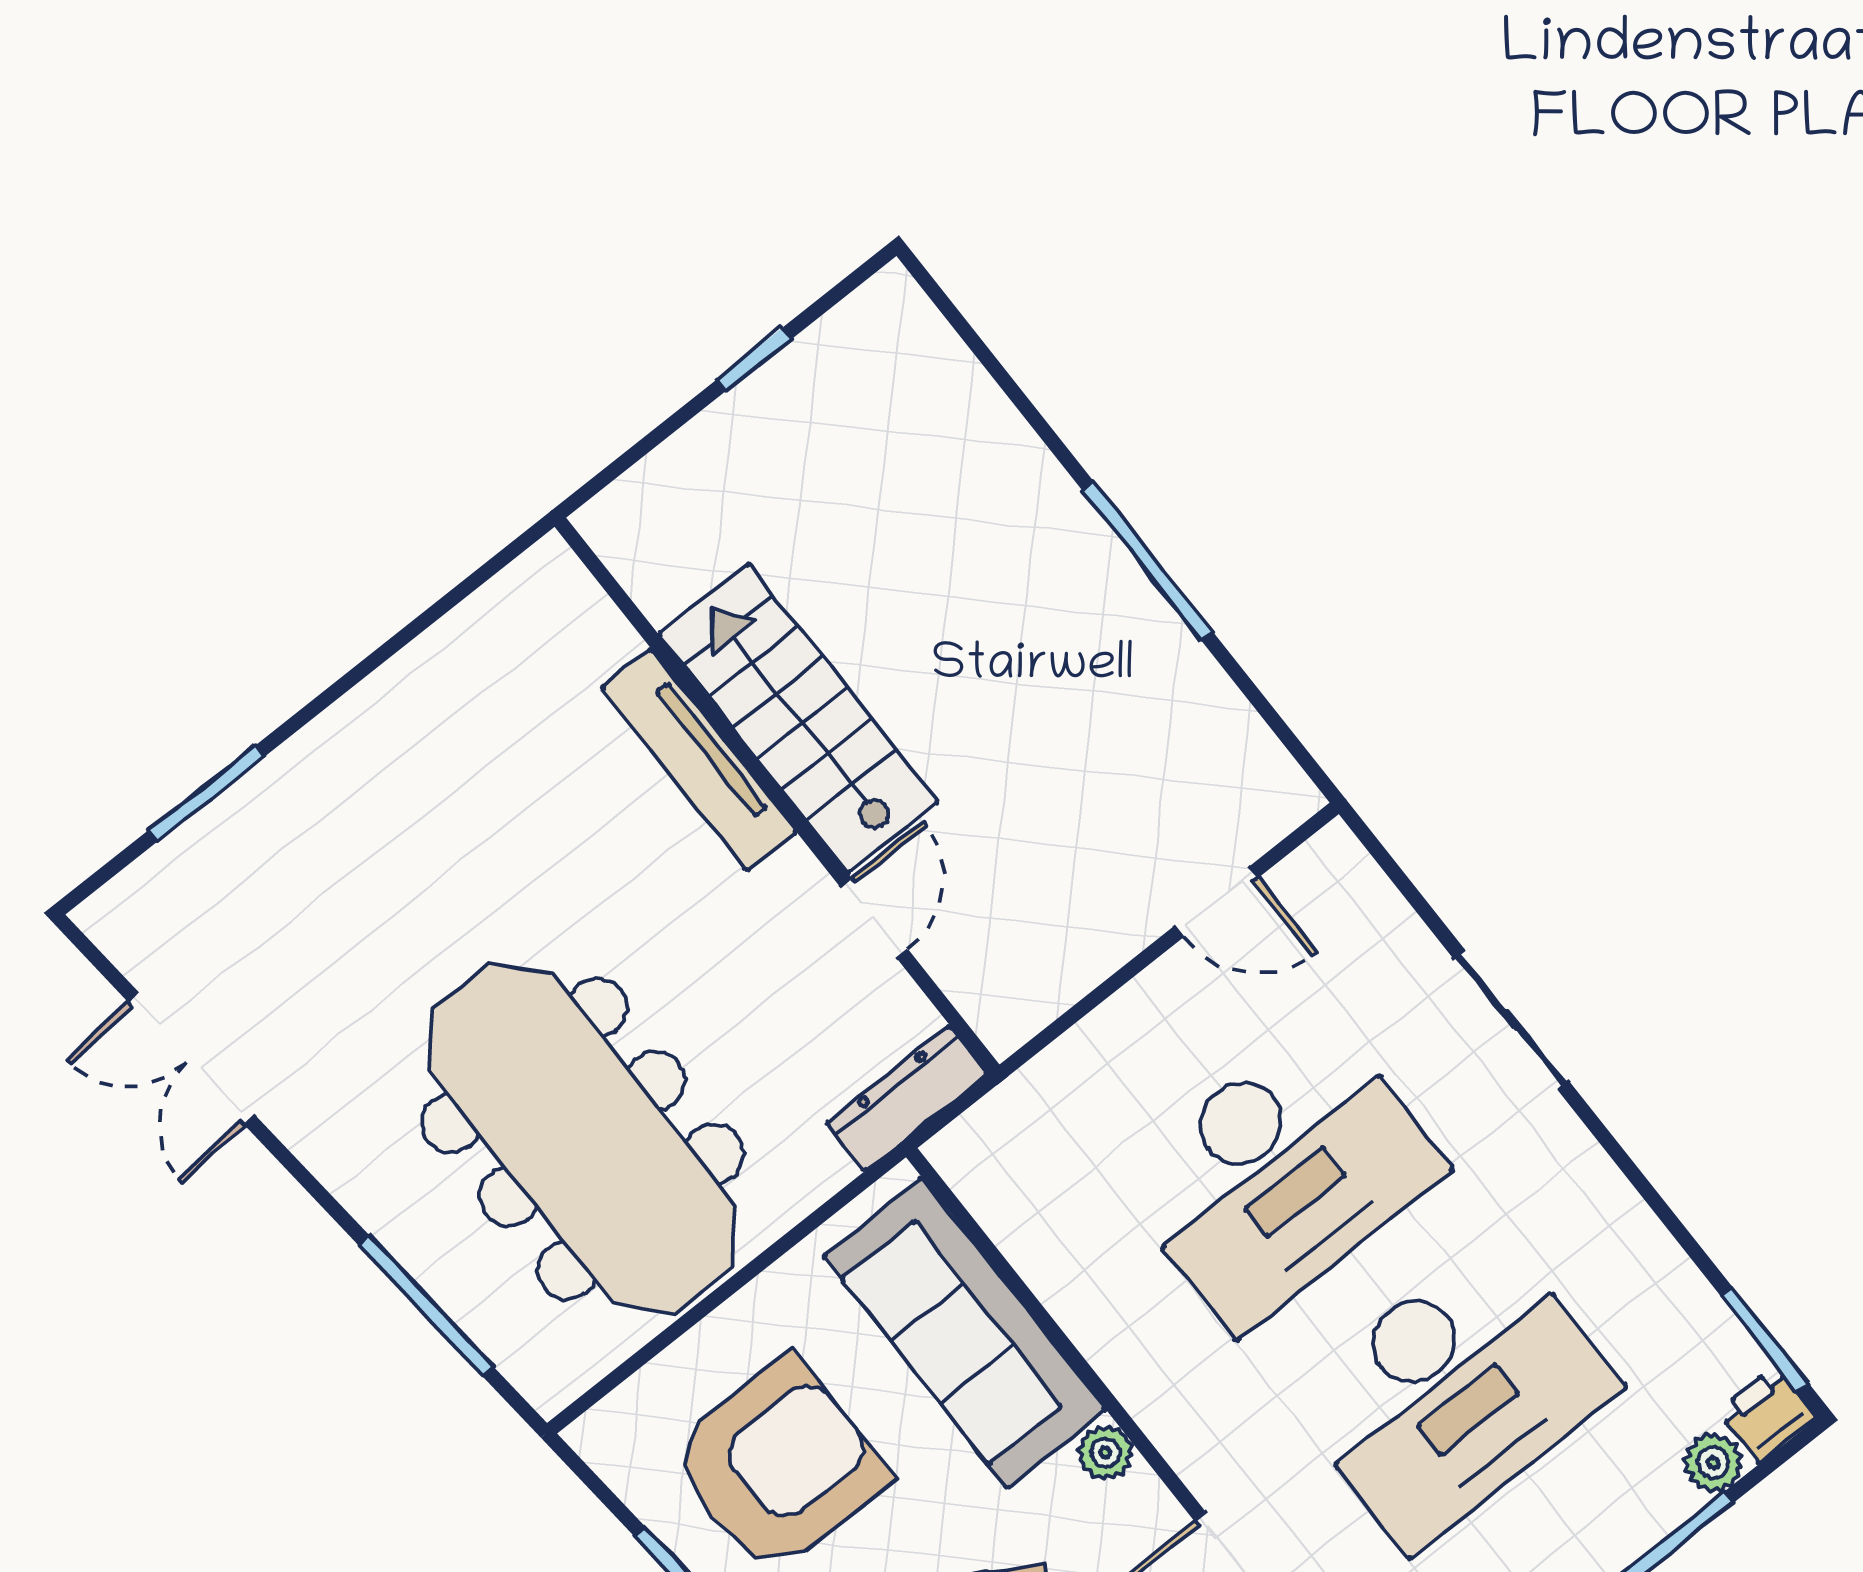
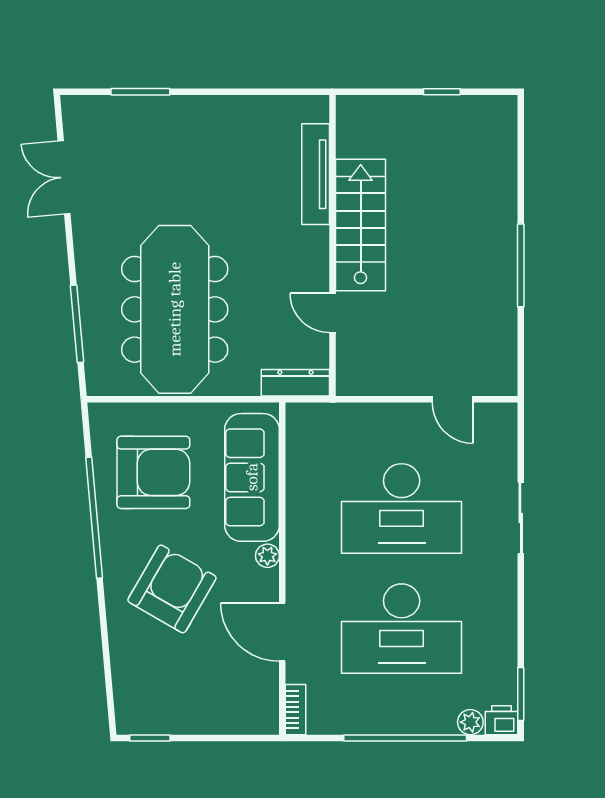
tv unit: (699, 760) -> (316, 174), moved
door: (874, 918) -> (333, 313), swing flipped

